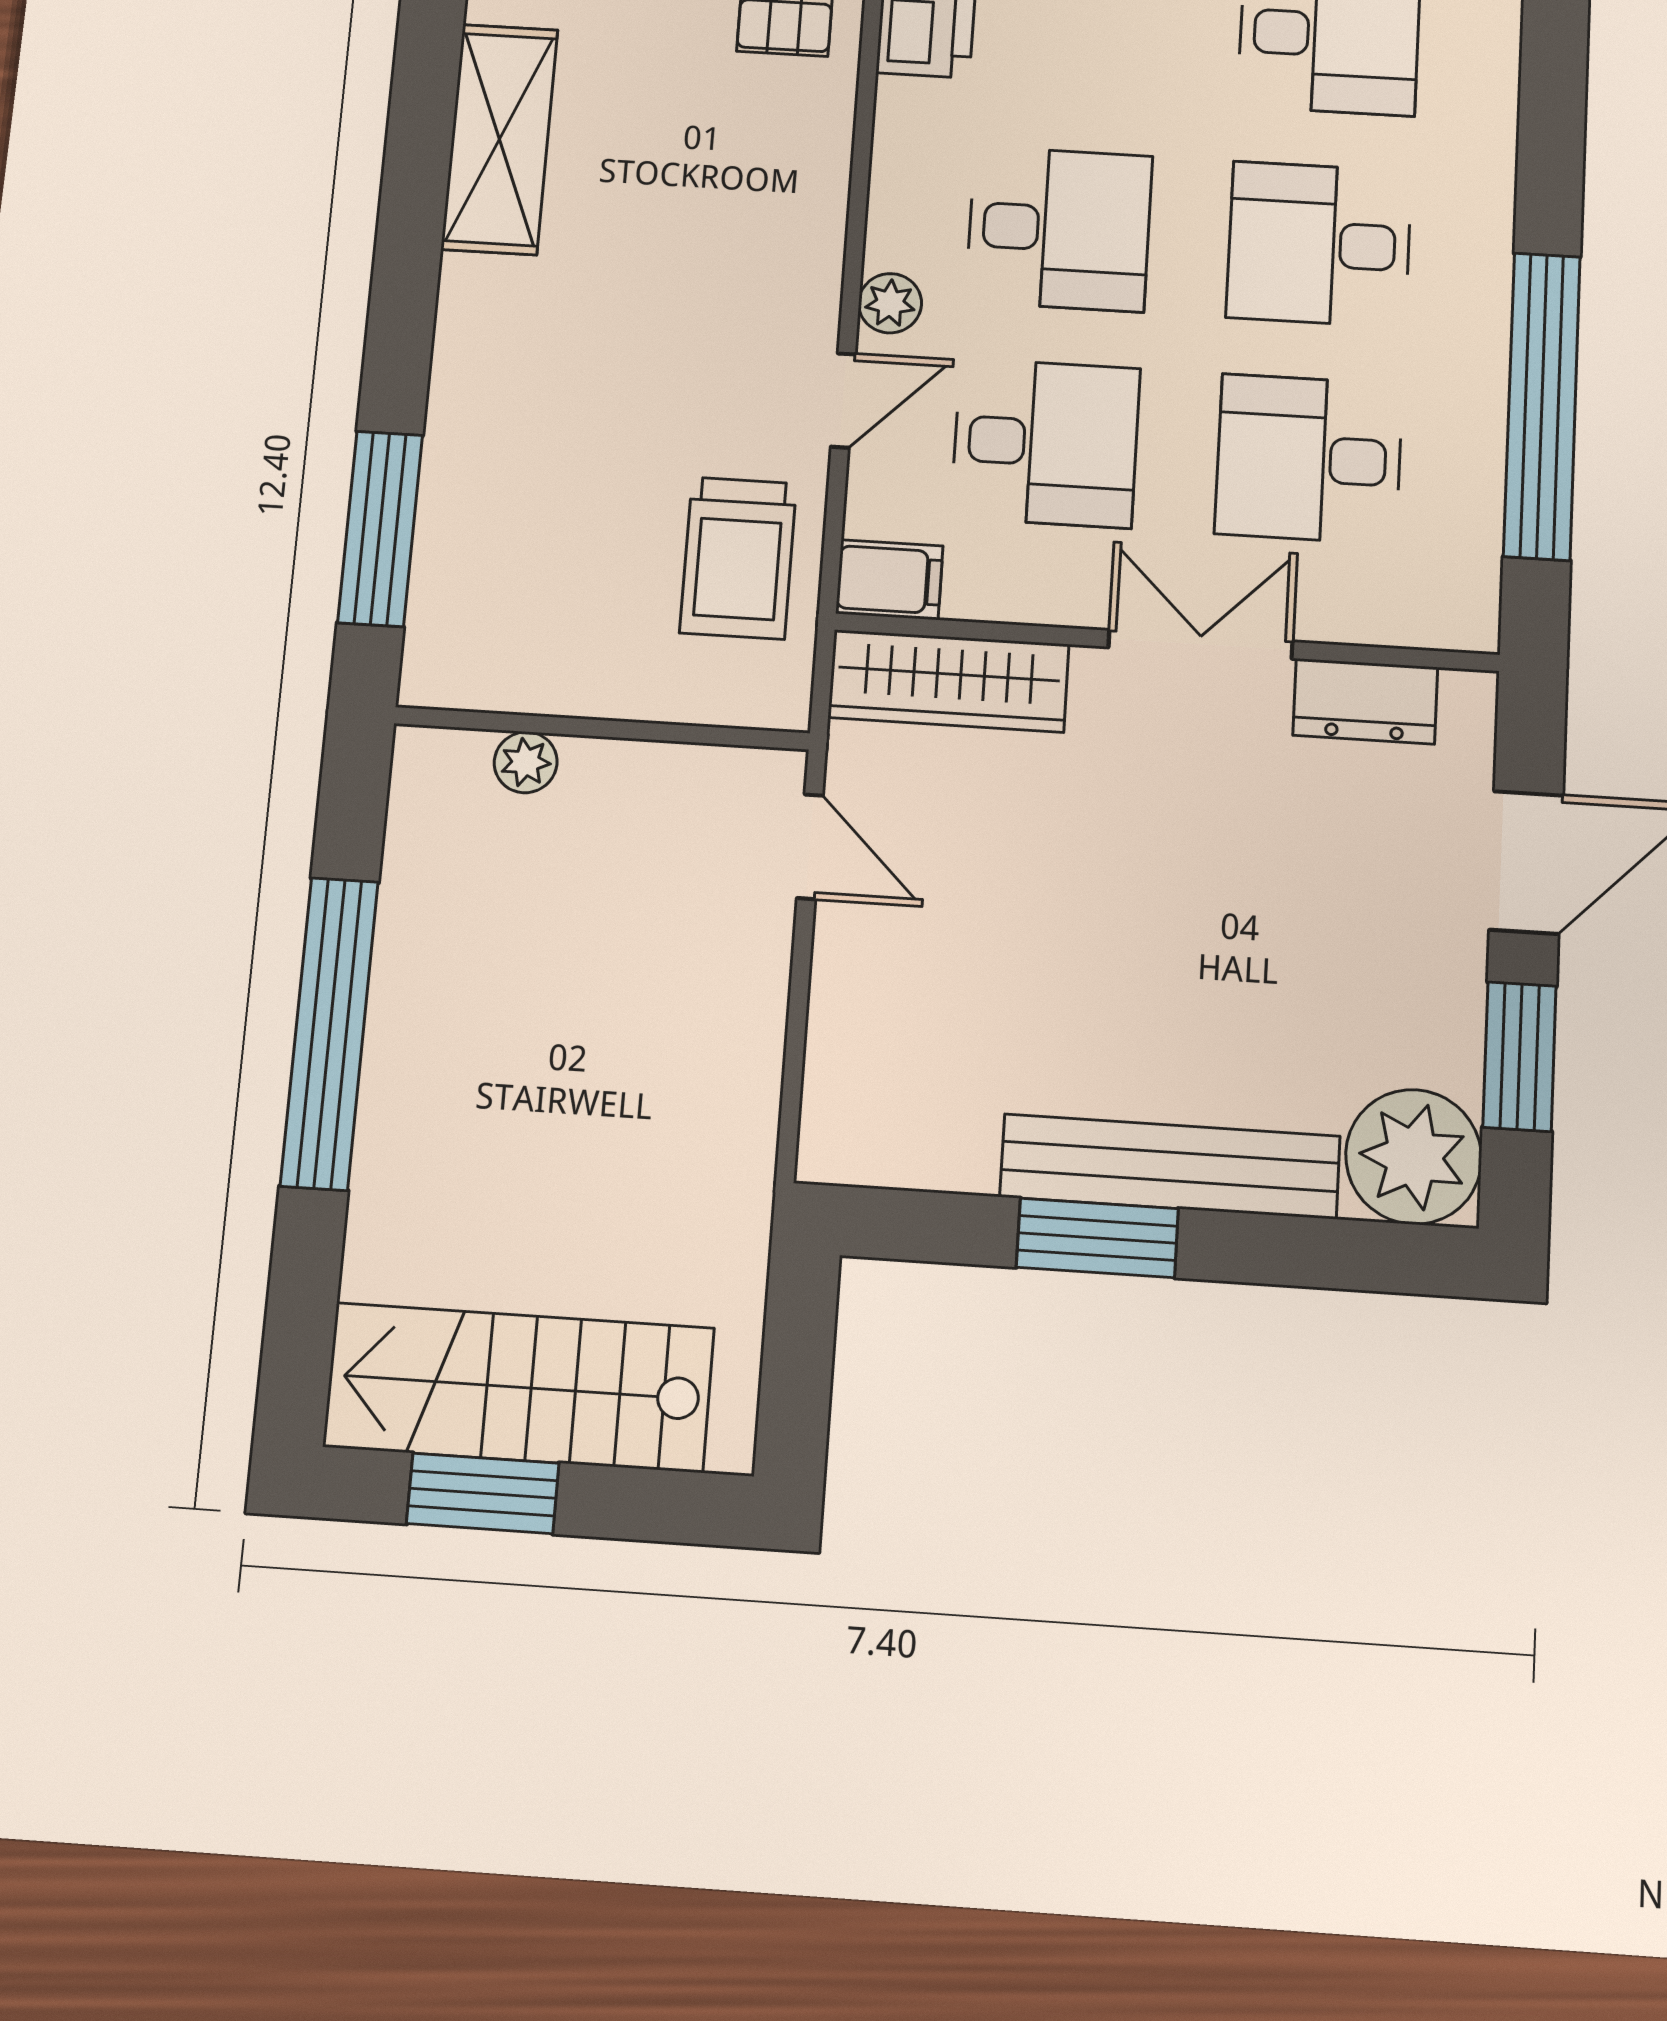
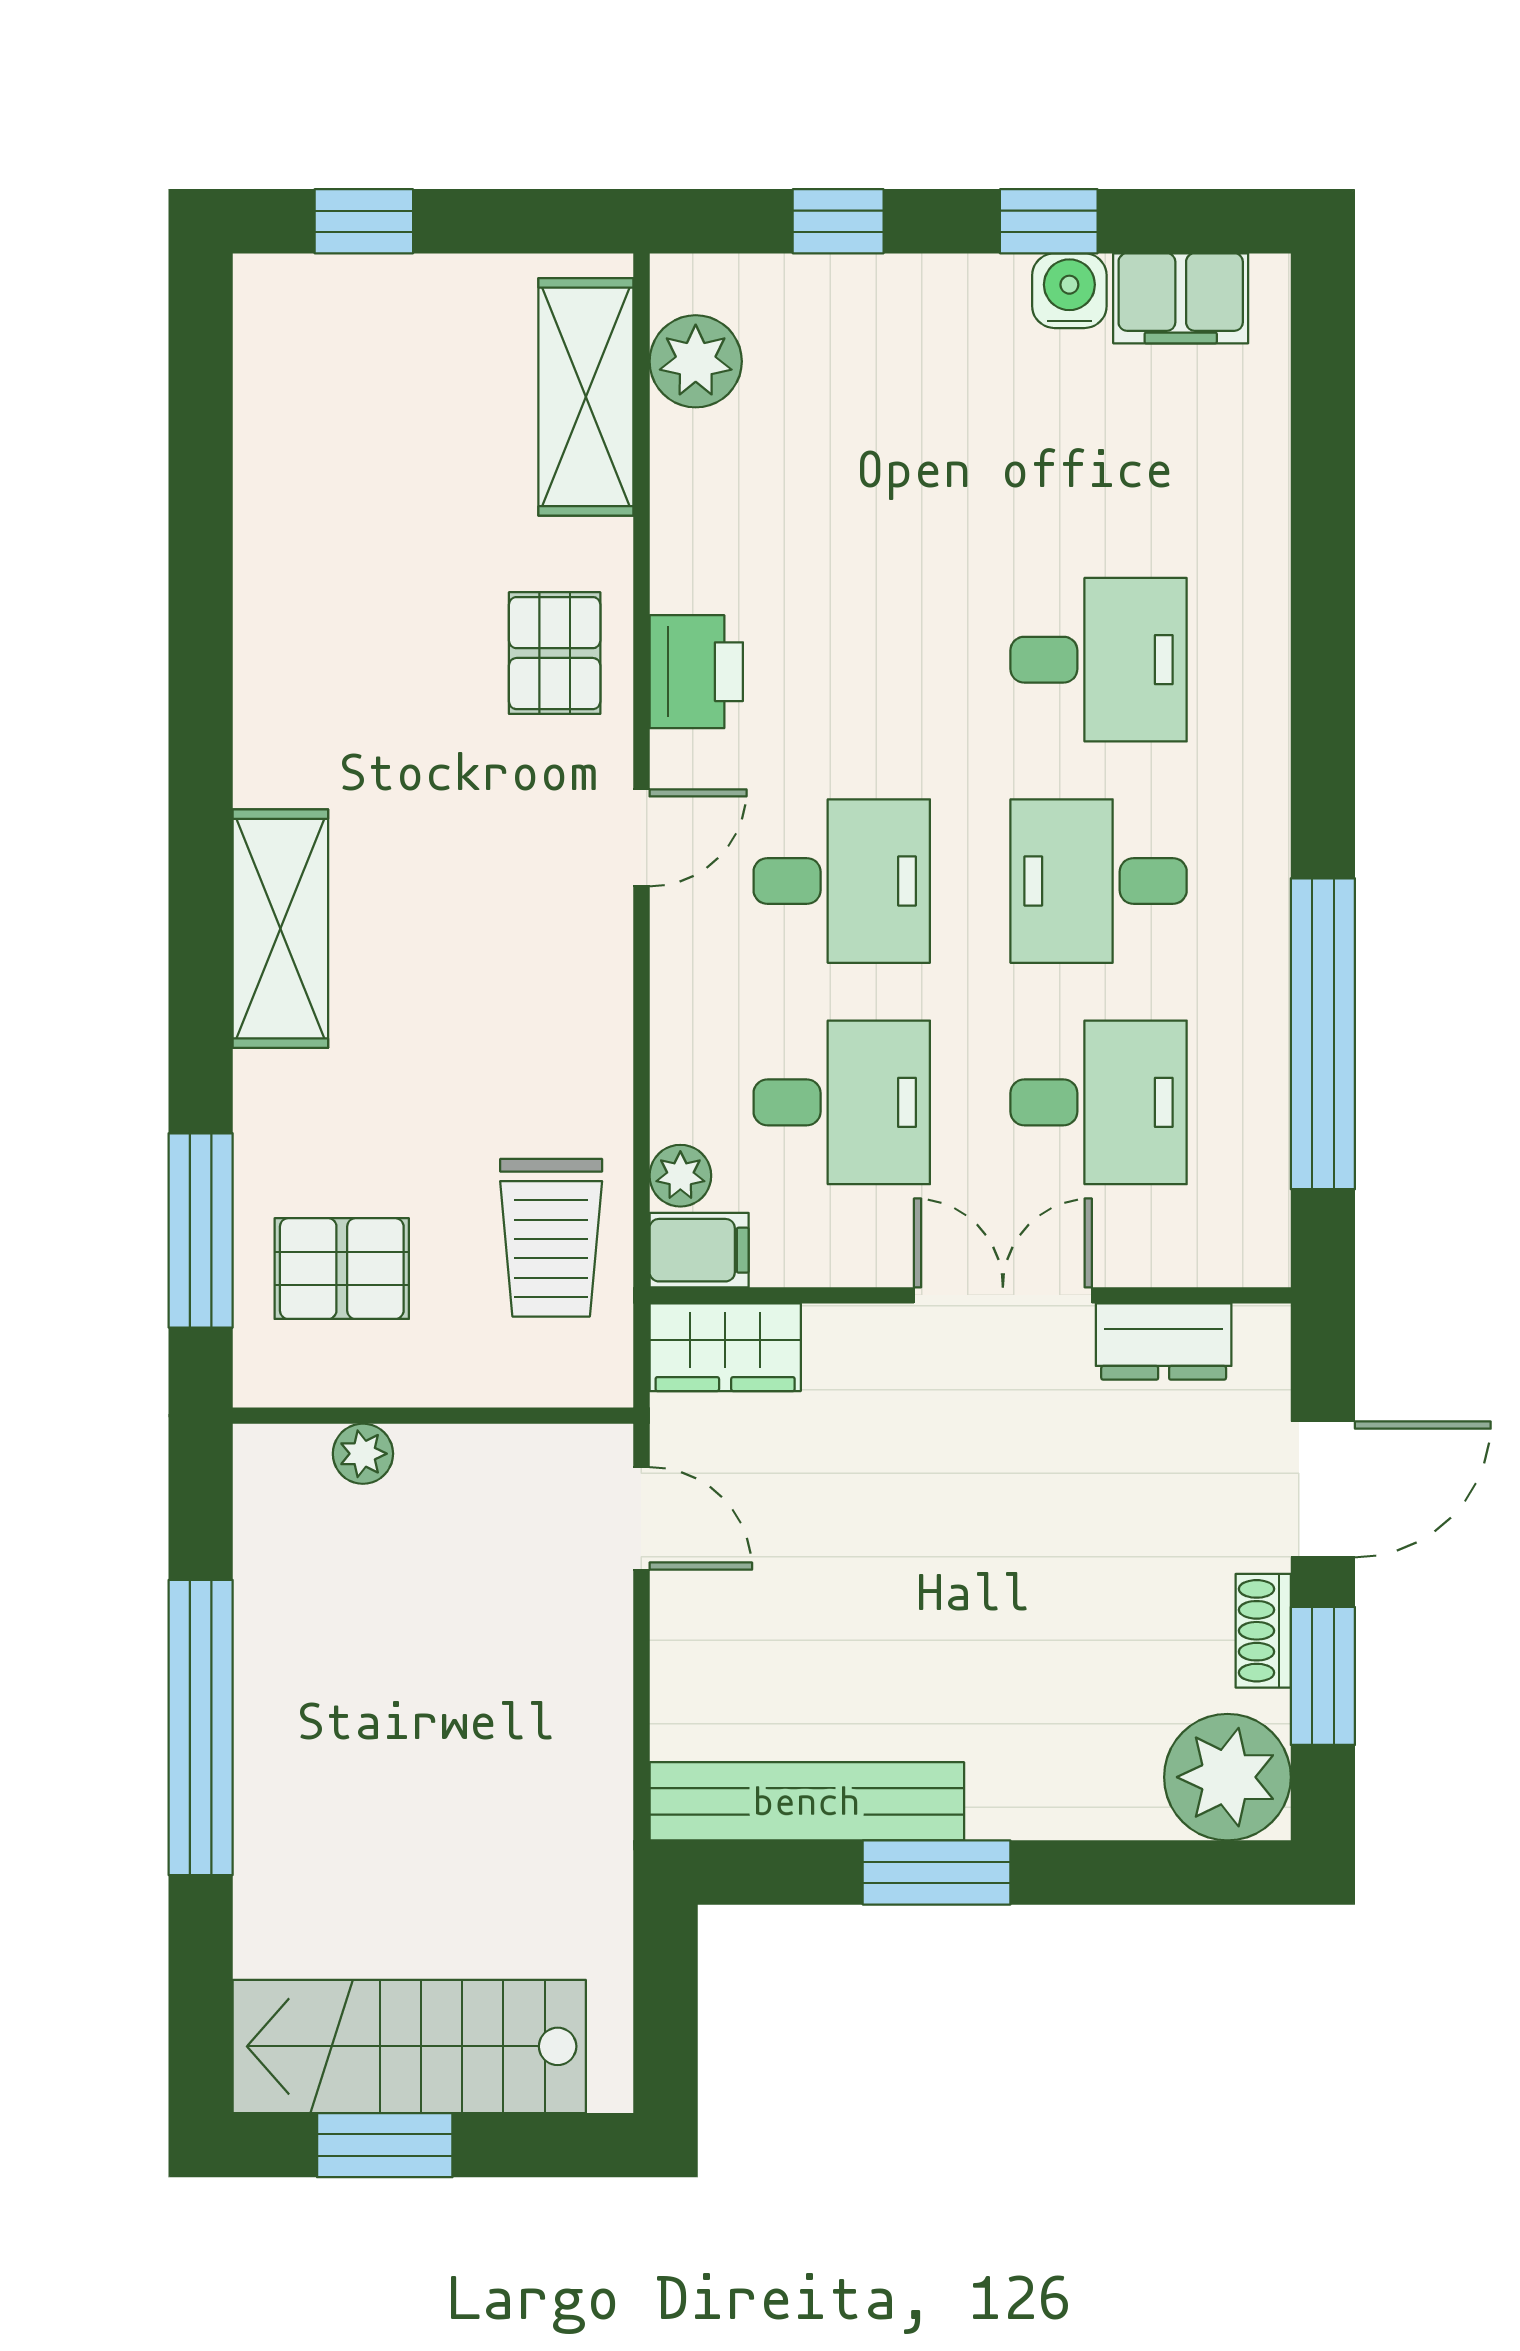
shelving: (499, 139) -> (280, 929), moved
plant: (890, 303) -> (680, 1176), moved
door: (843, 400) -> (641, 838), moved
desk: (1309, 459) -> (1099, 1102), turned 180
pallet: (521, 575) -> (342, 1269), added
wardrobe: (949, 681) -> (725, 1347), width x0.67
shoe rack: (1458, 1005) -> (1263, 1631), added
bench: (1170, 1166) -> (807, 1801), moved

